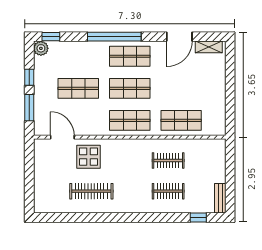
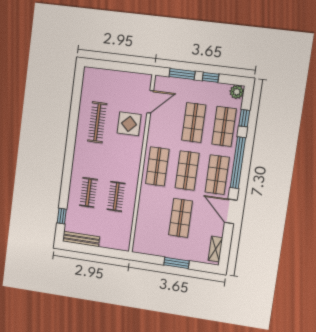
window: (51, 37) -> (244, 118), moved
door: (179, 37) -> (231, 211), moved
shop shelf: (78, 56) -> (224, 126), added
window: (230, 86) -> (176, 263), added
shop shelf: (181, 120) -> (181, 218), moved
bench: (220, 198) -> (81, 239), width x1.36

